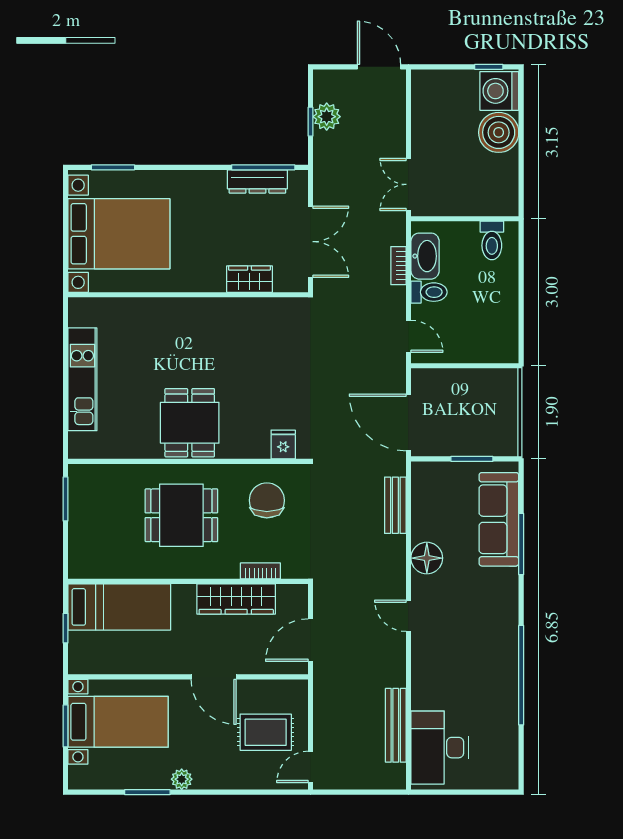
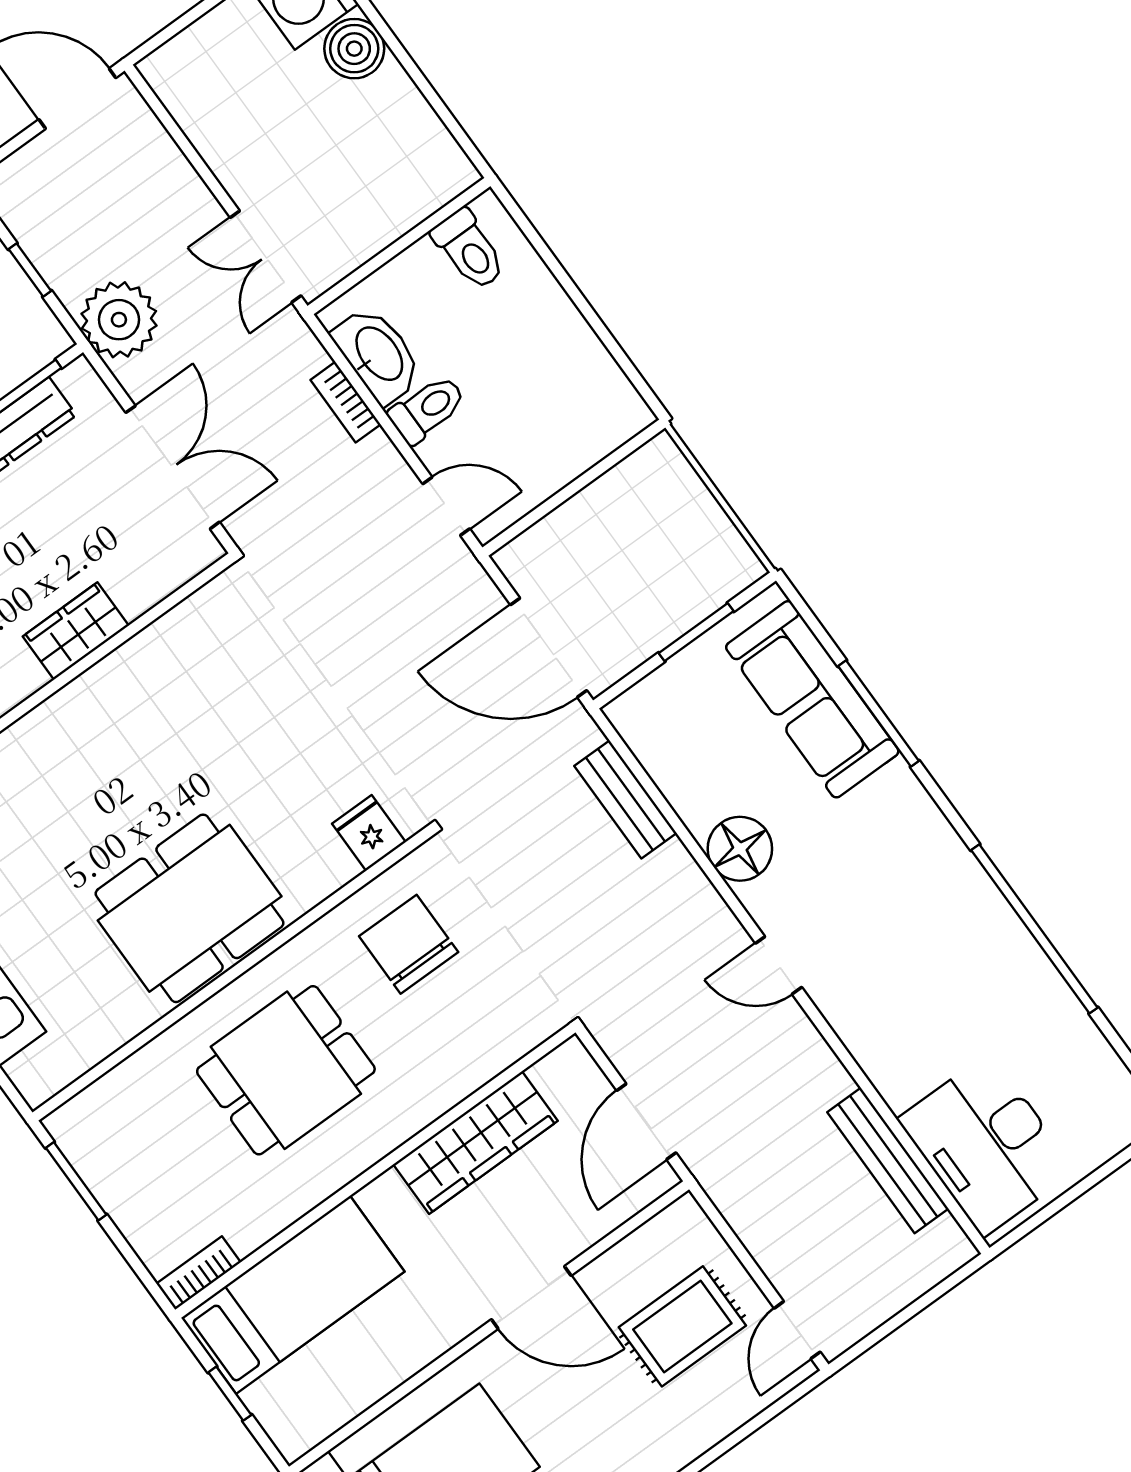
plant: (327, 117) -> (119, 320), moved, width x1.36, depth x1.36
boiler: (499, 132) -> (354, 49), width x0.73, depth x0.73
wardrobe: (249, 279) -> (76, 631), moved
dining table: (190, 423) -> (190, 908), width x1.38
bookcase: (260, 571) -> (199, 1273), moved

